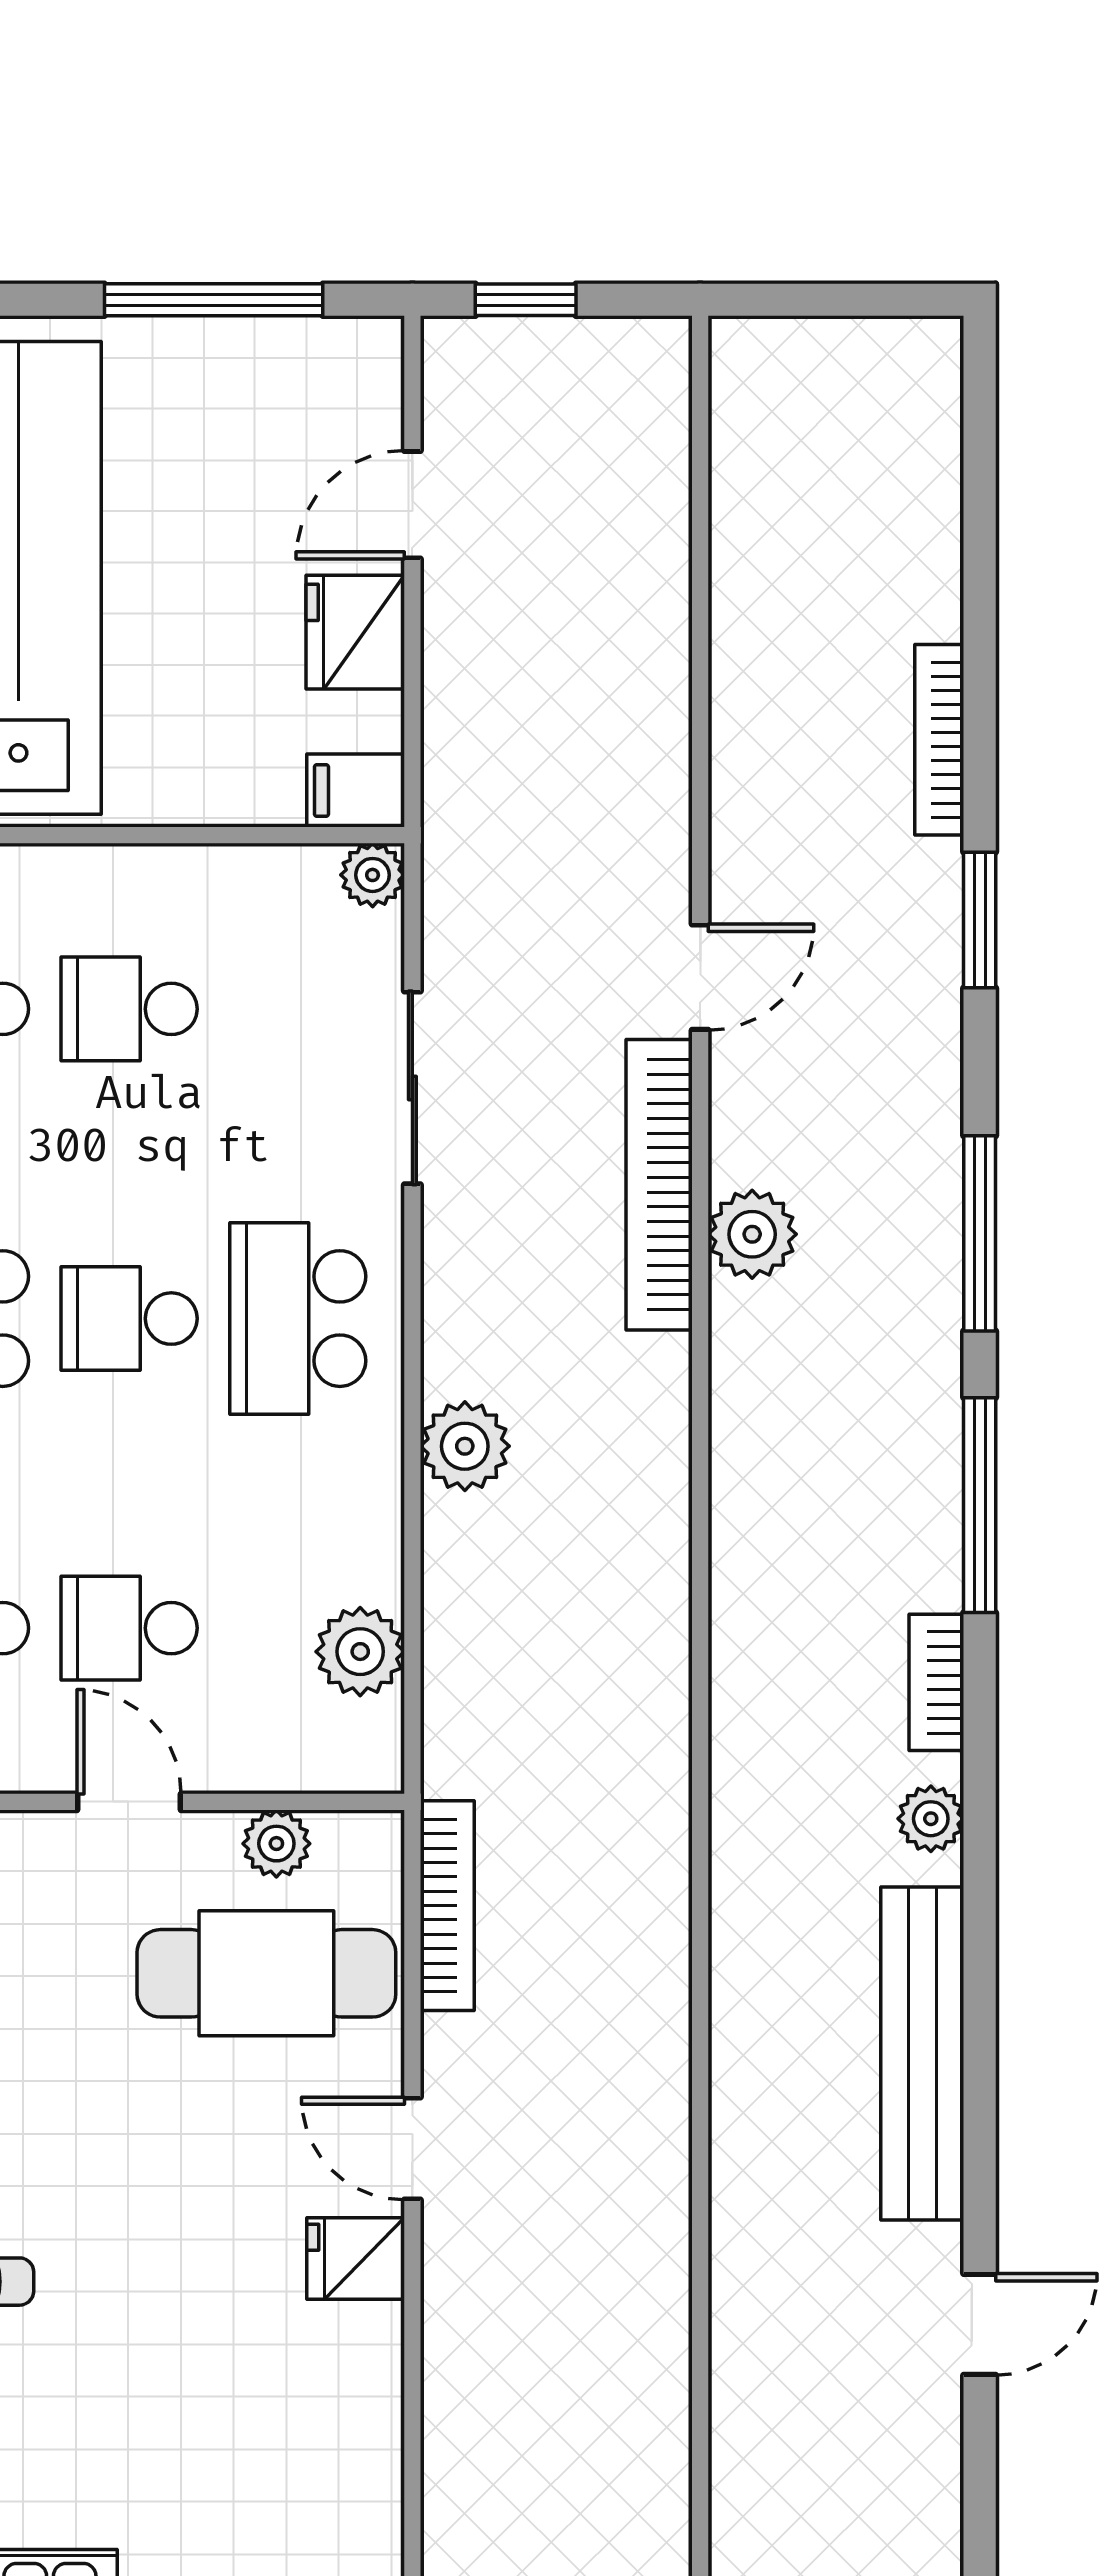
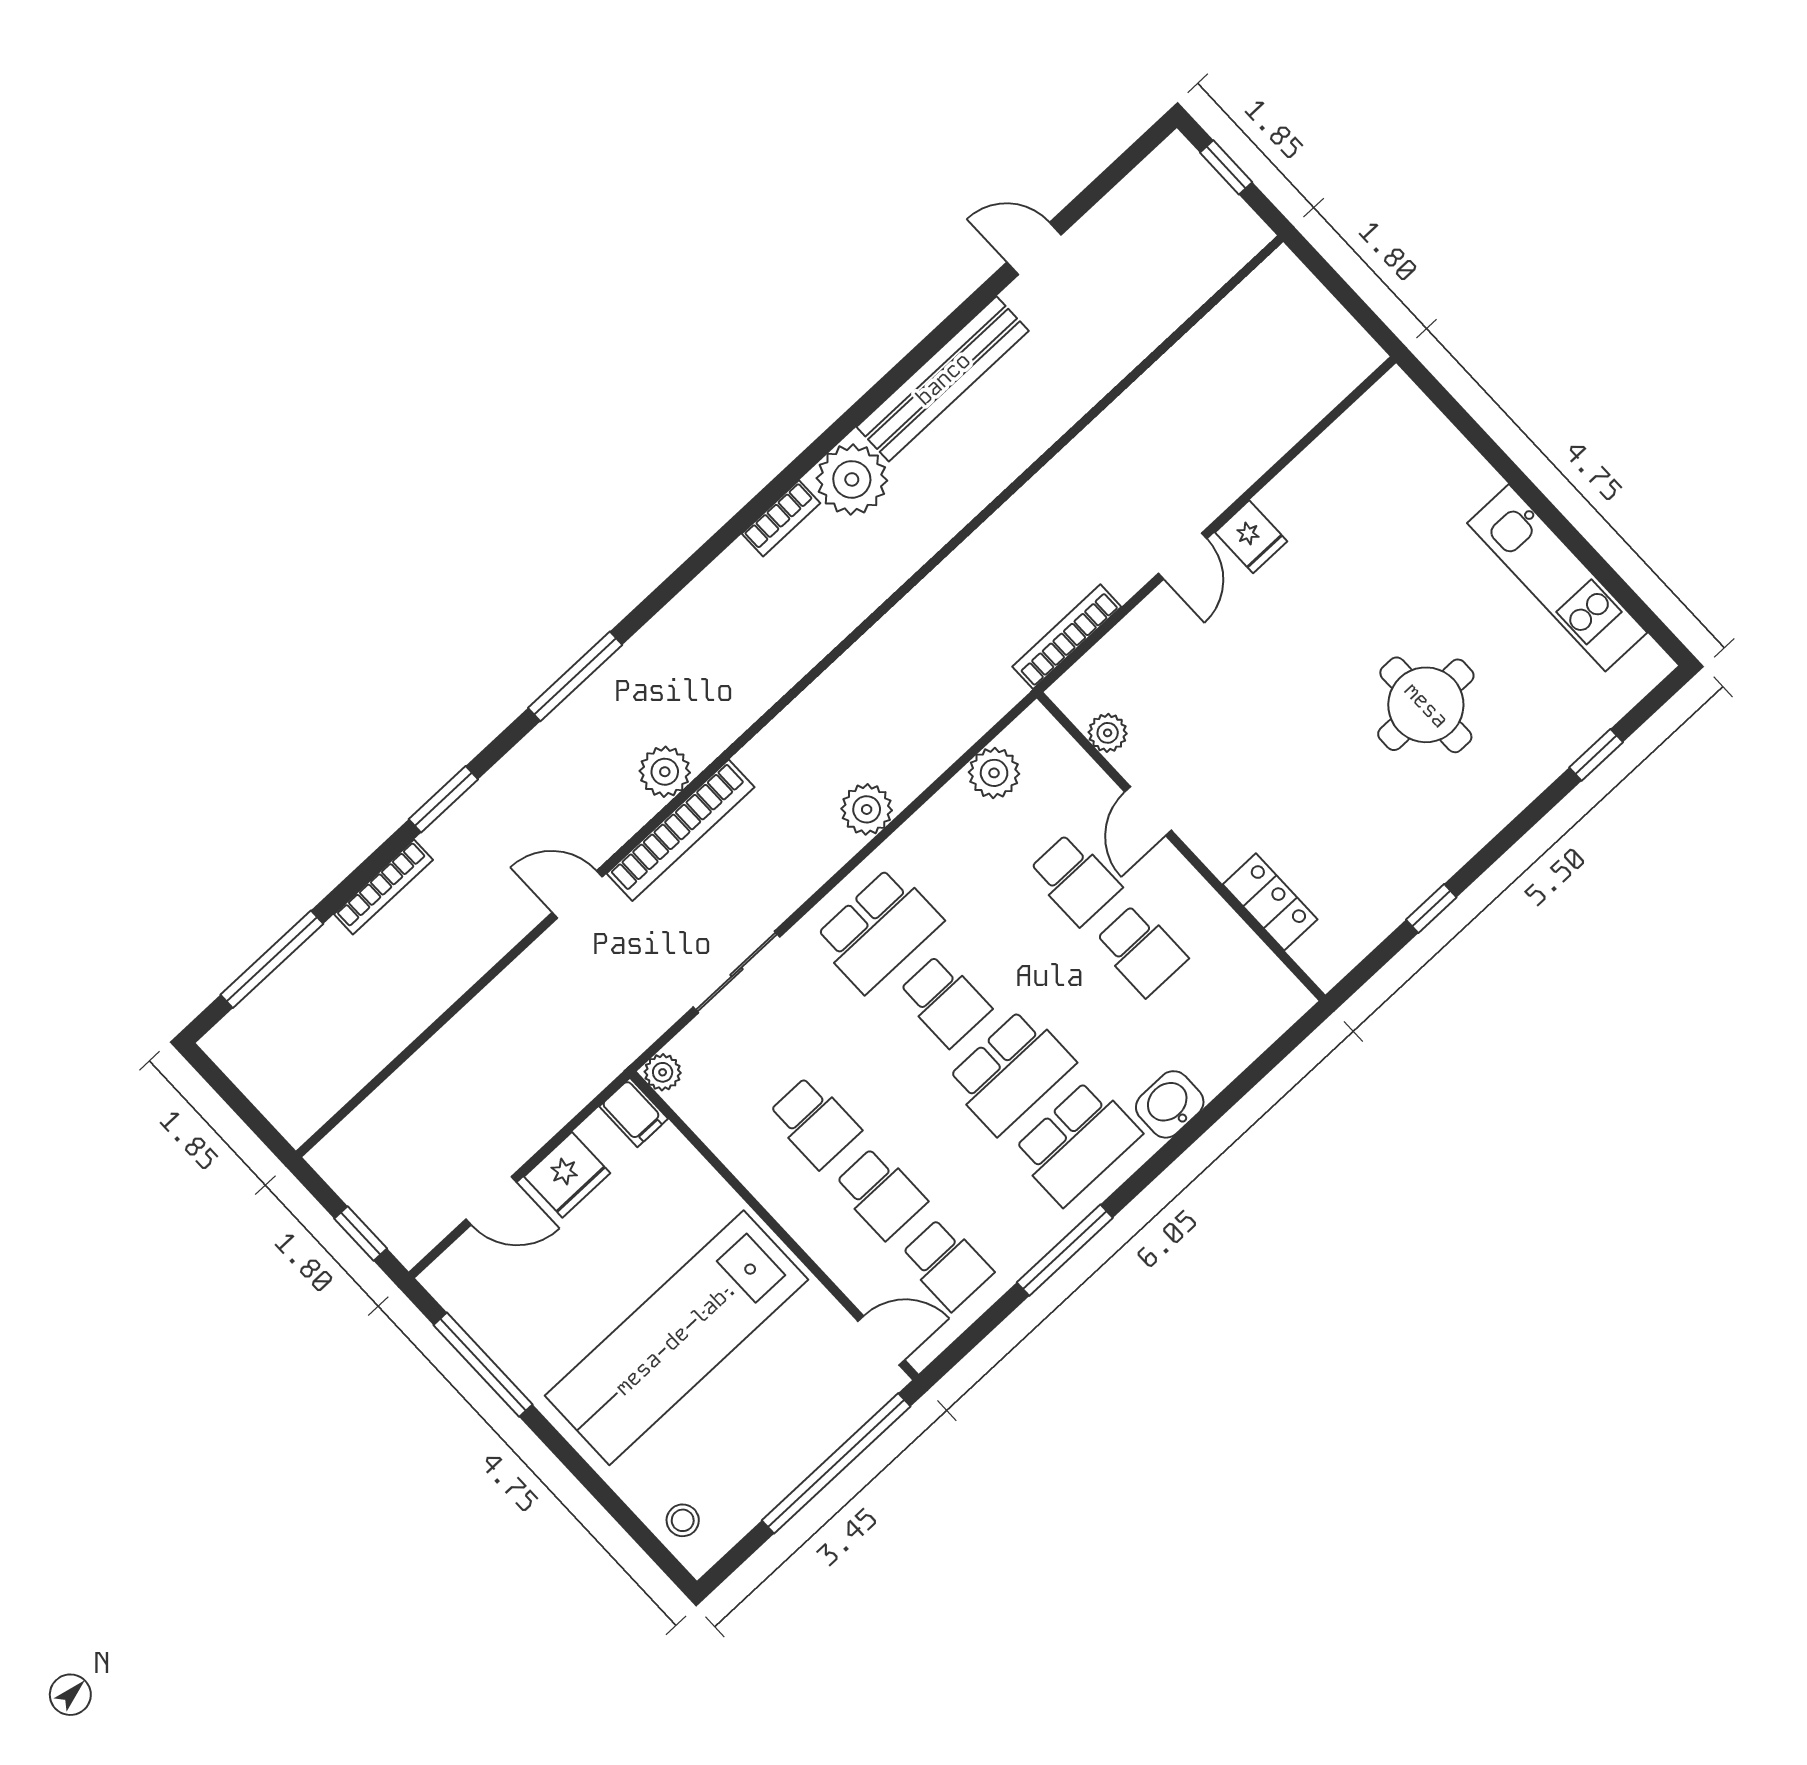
window: (980, 1505) -> (272, 959), moved
plant: (931, 1819) -> (852, 479), width x1.87, depth x1.87
cafe table: (266, 1973) -> (1166, 686), removed

